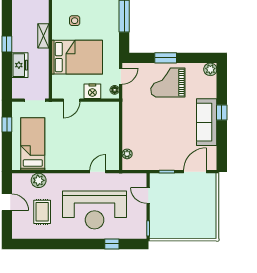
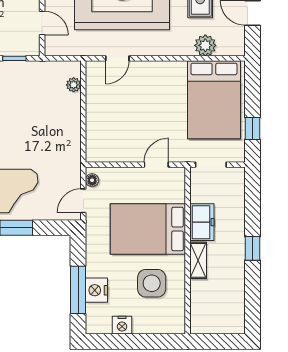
side table: (75, 21) -> (152, 283), width x1.87, depth x1.87
freezer: (20, 65) -> (202, 222), moved, turned 180
nightstand: (92, 91) -> (96, 290), moved, turned -90
bed: (33, 144) -> (214, 100), width x1.50

